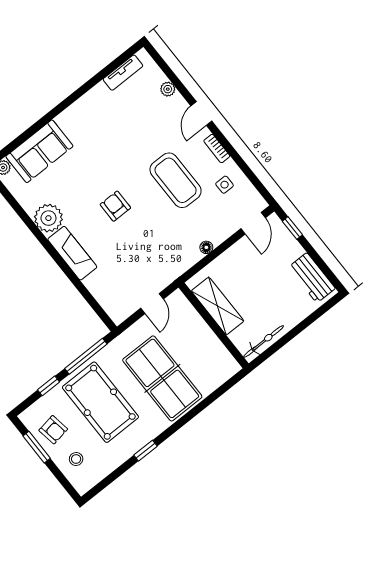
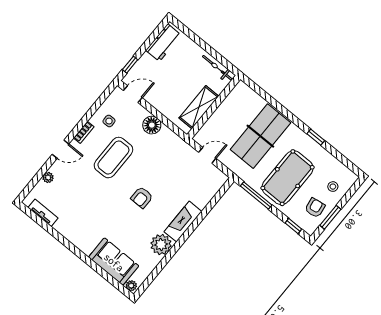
floor lamp: (206, 247) -> (152, 125), width x1.89, depth x1.89
window: (48, 386) -> (293, 226), moved

